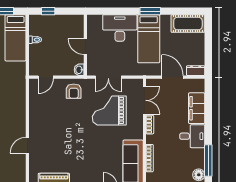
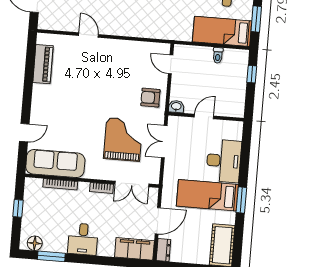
filing cabinet: (197, 108) -> (134, 249), moved
window: (208, 161) -> (51, 256), width x0.69

